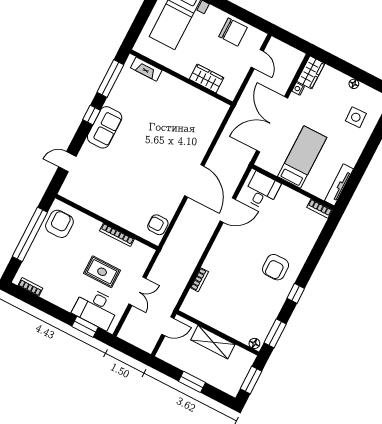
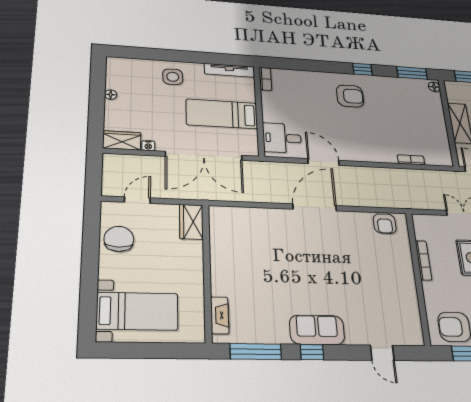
wardrobe: (207, 78) -> (191, 222), moved
side table: (356, 117) -> (173, 77), moved

